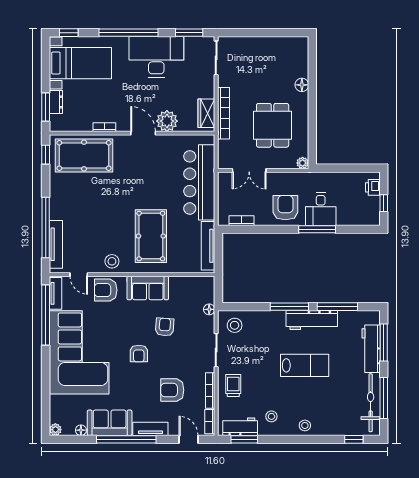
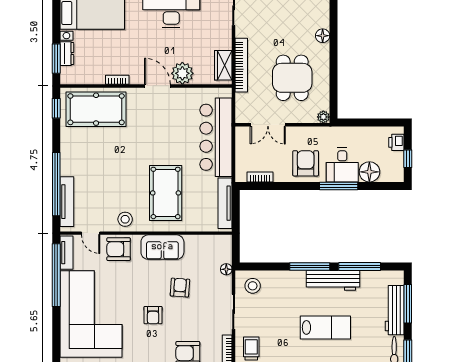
floor lamp: (347, 216) -> (369, 172), added

